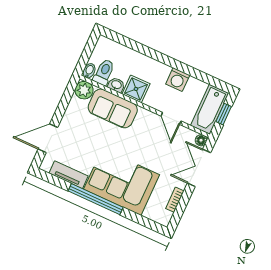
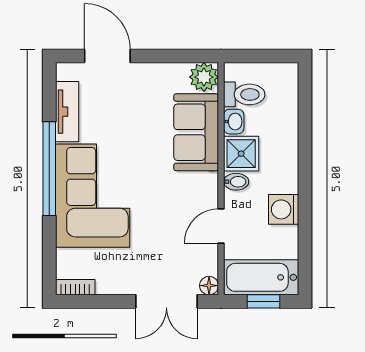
bidet: (89, 71) -> (236, 182), moved
double door: (199, 168) -> (166, 301), swing flipped
bookcase: (175, 200) -> (75, 287), moved

